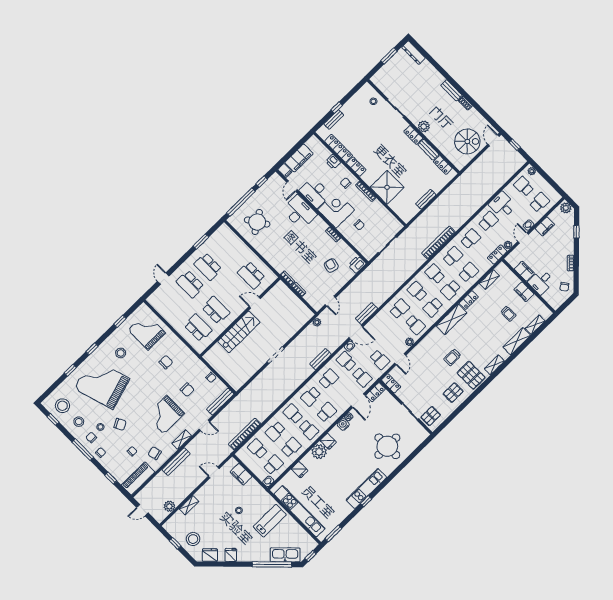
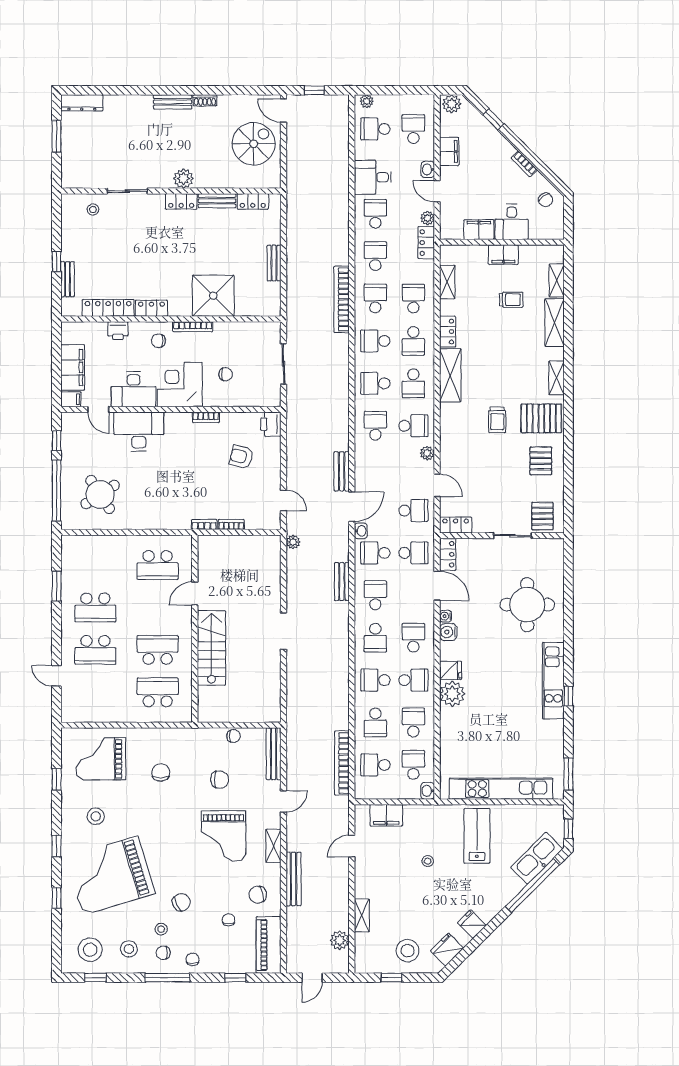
fridge: (300, 470) -> (451, 739), removed

